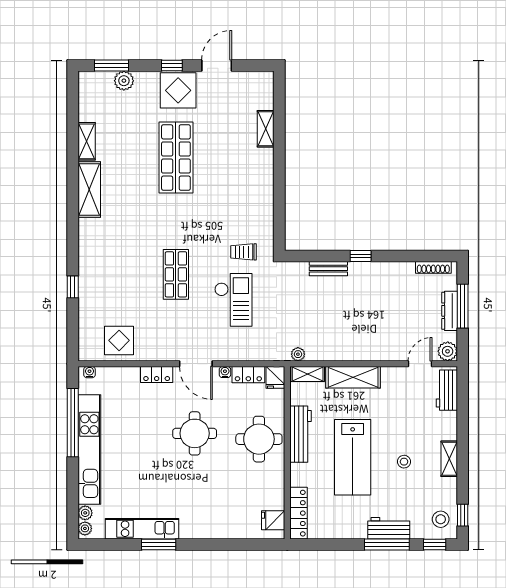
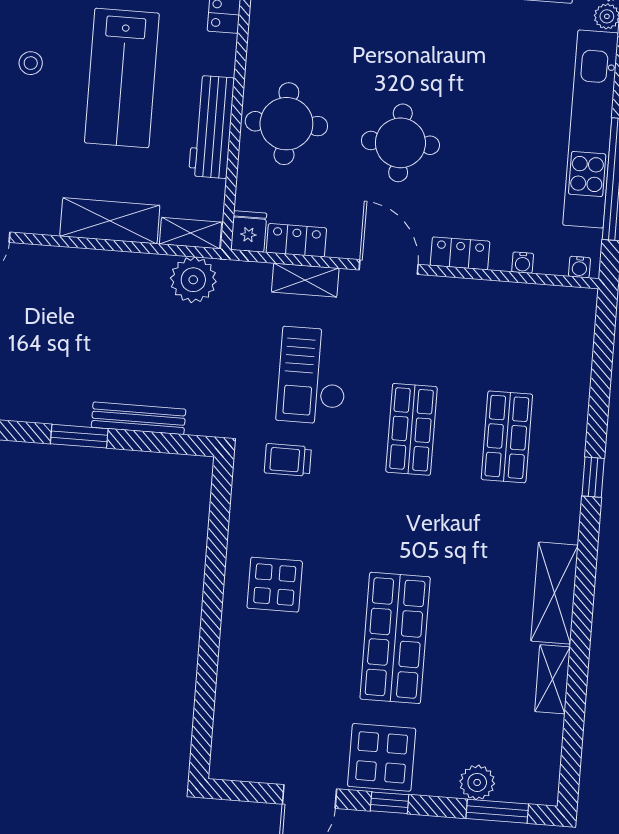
shelving: (266, 129) -> (305, 280), moved, turned 90
trolley: (243, 252) -> (288, 460), turned 180
window: (361, 256) -> (79, 436), width x1.50
bench: (328, 269) -> (139, 418), width x1.36
shop shelf: (123, 274) -> (507, 437), added
window: (73, 287) -> (593, 477), moved
display table: (119, 340) -> (275, 585), moved
plant: (298, 354) -> (193, 280), width x1.88, depth x1.88
water cooler: (225, 372) -> (523, 263), moved
lab bench: (353, 457) -> (122, 78), turned 180

